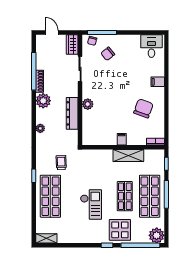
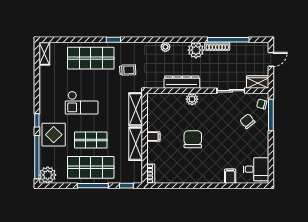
filing cabinet: (158, 82) -> (230, 176), moved
chair: (143, 108) -> (193, 139), moved, turned -110
shelving: (97, 155) -> (136, 109), added

